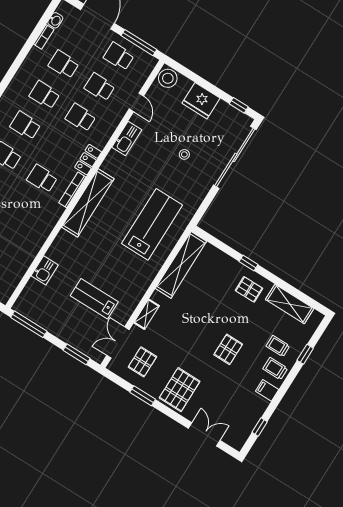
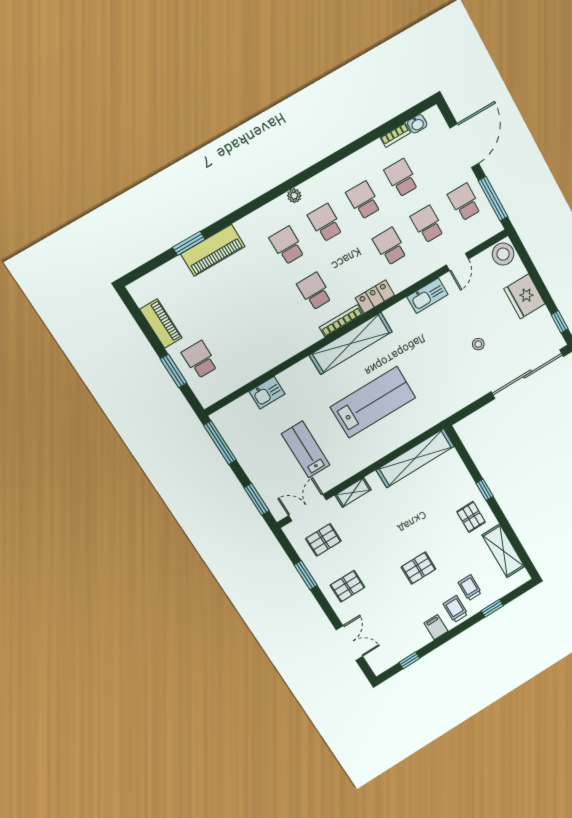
lab bench: (152, 224) -> (373, 402), moved
pallet: (180, 390) -> (347, 586), width x0.67, depth x0.71

